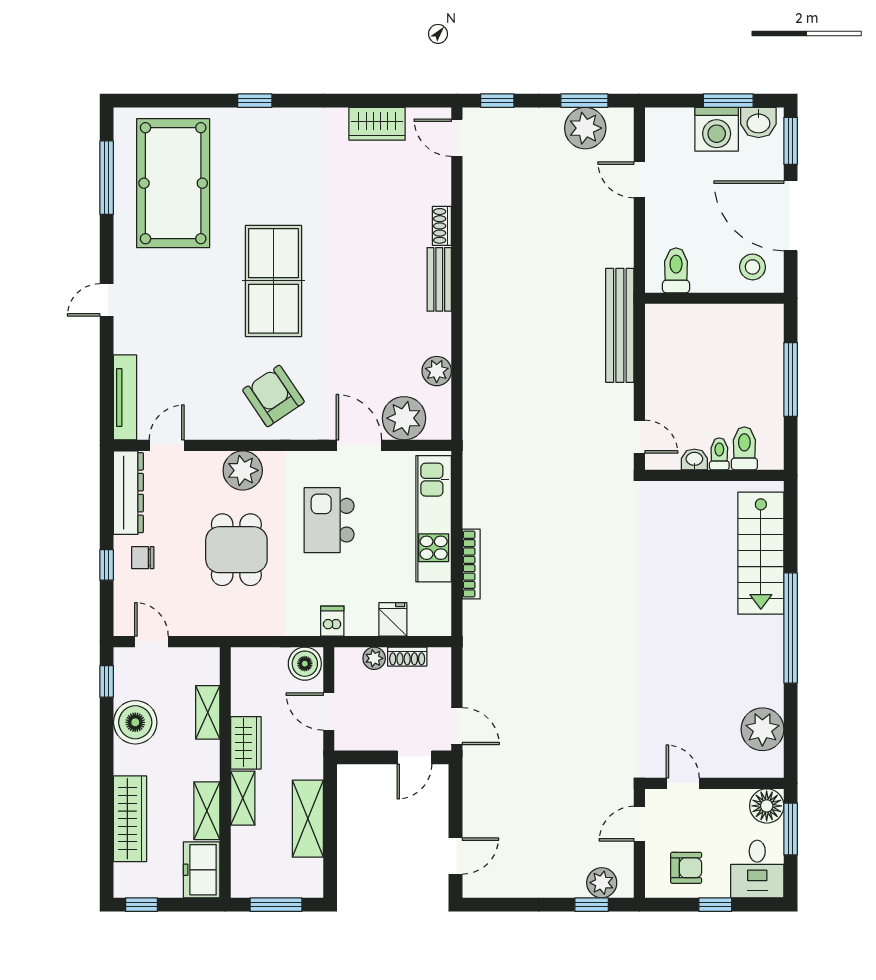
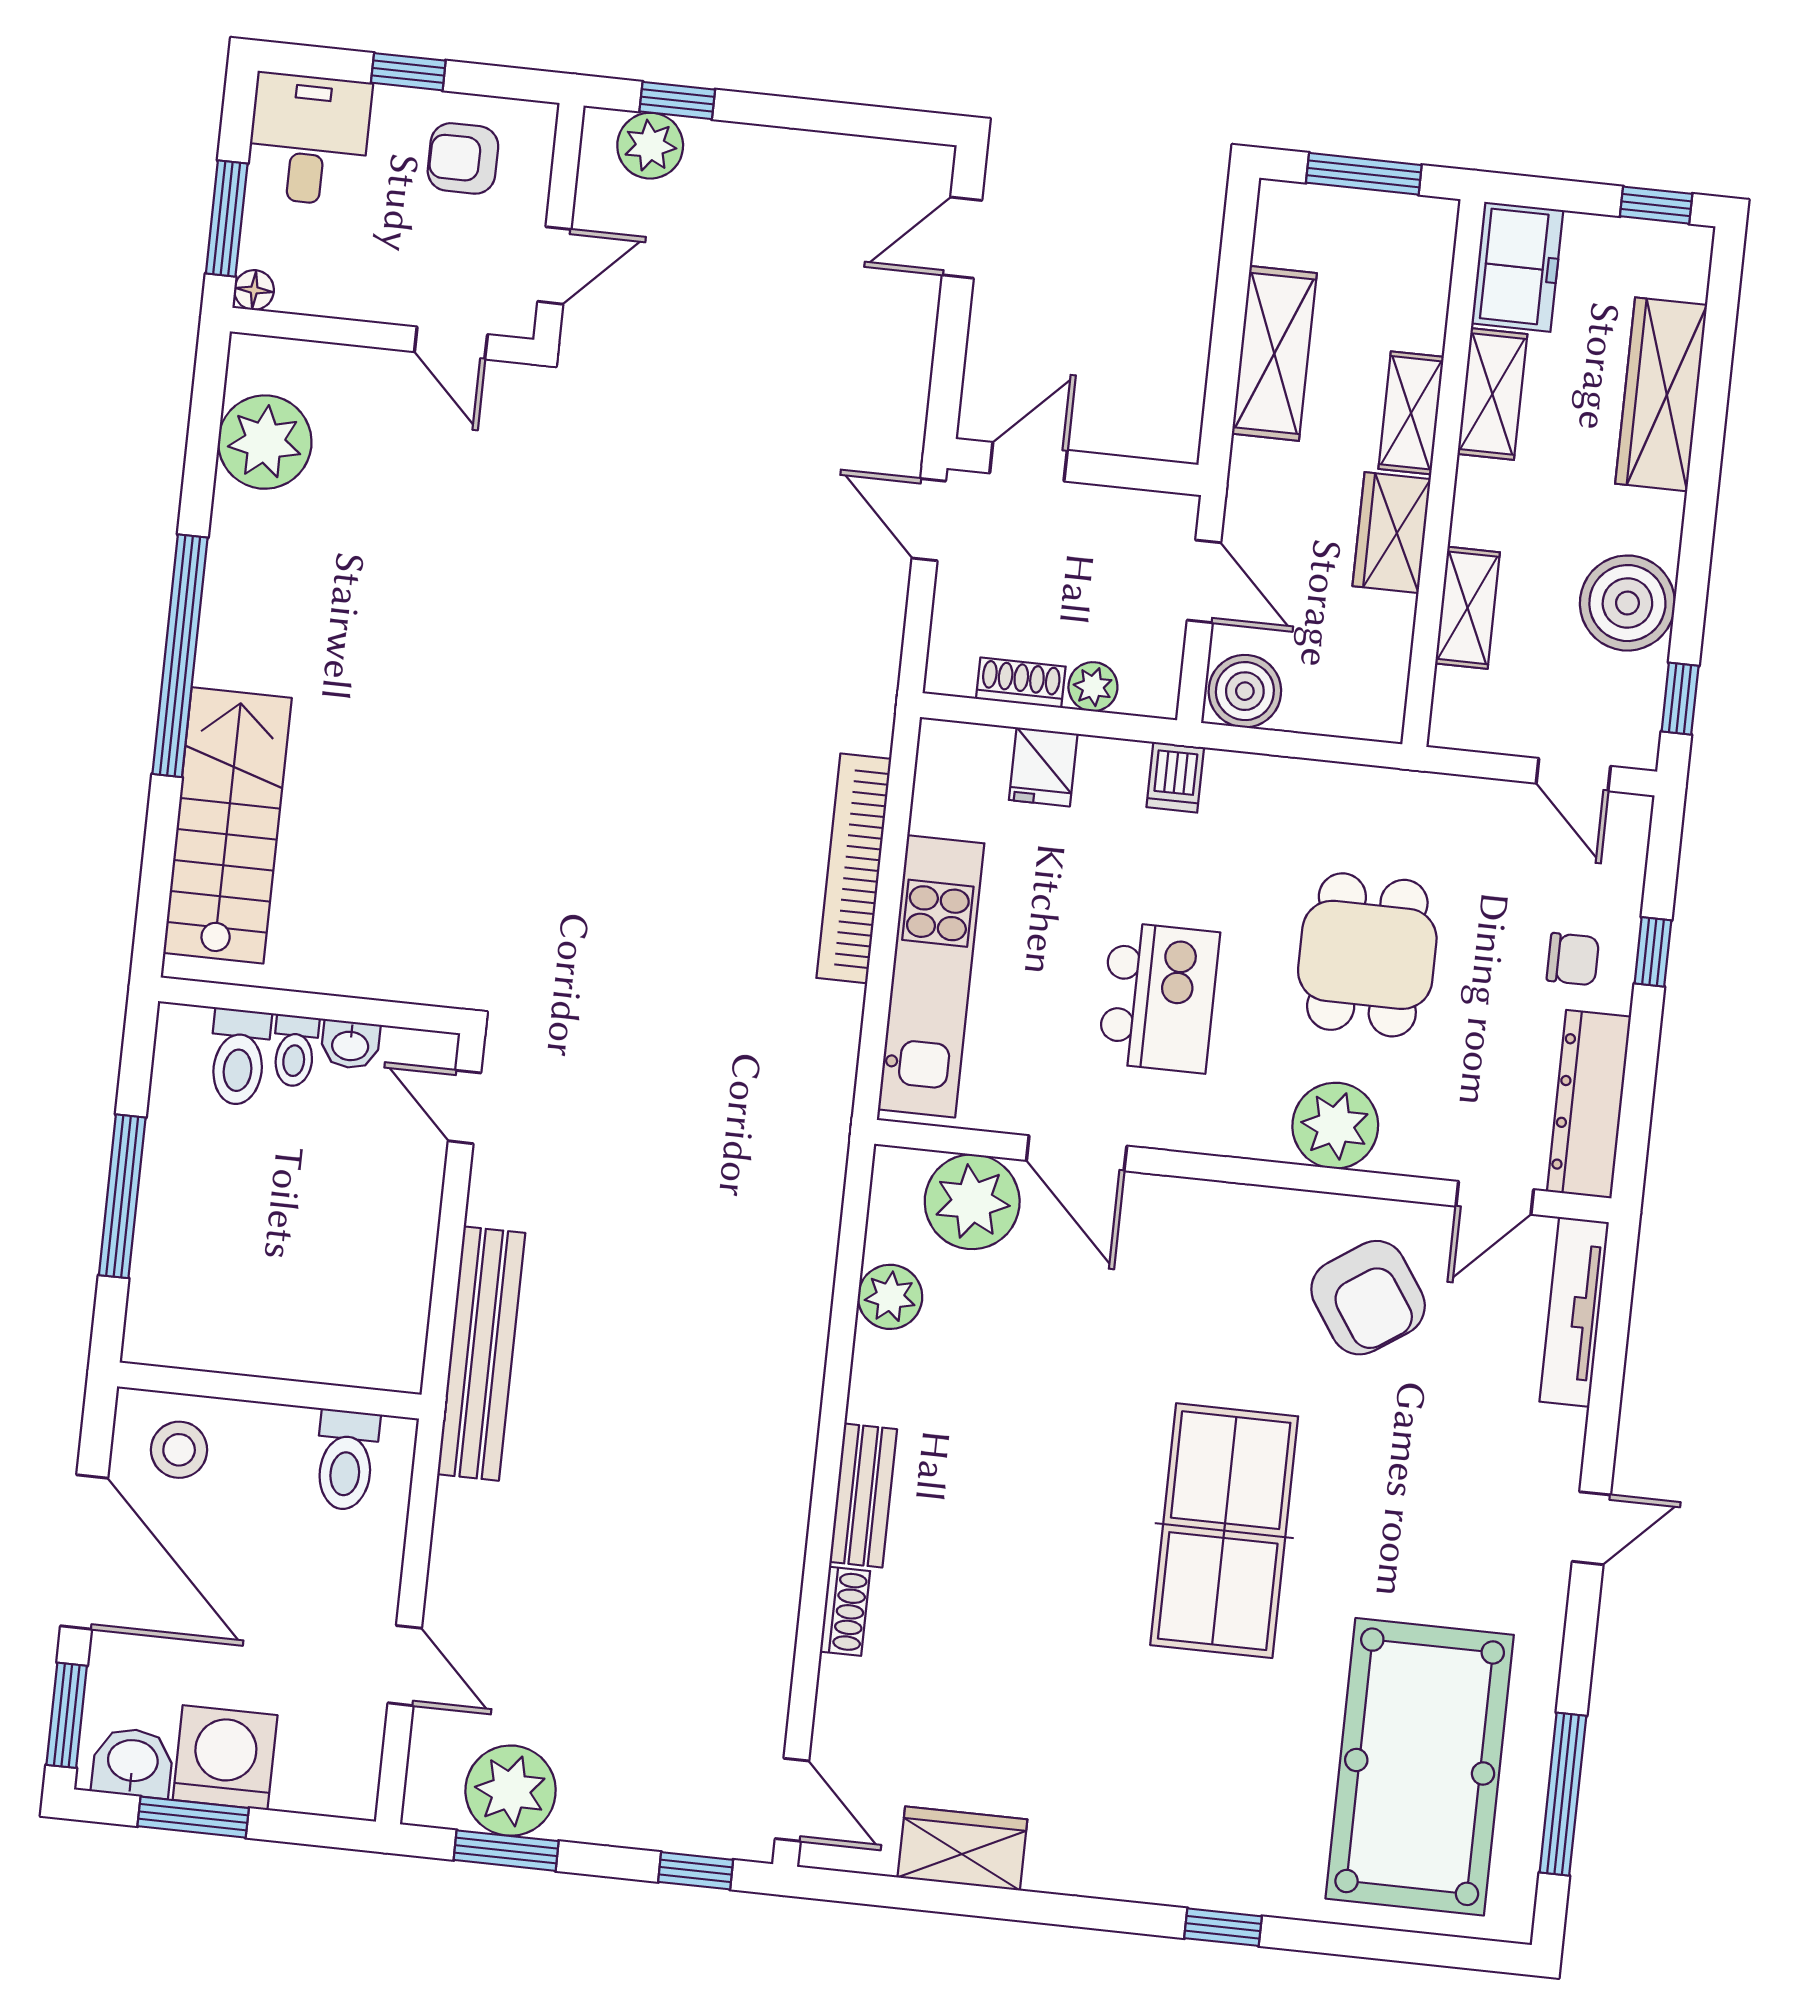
armchair: (273, 396) -> (1368, 1298), moved
bookcase: (471, 564) -> (854, 868), width x1.48, depth x1.31
floor lamp: (767, 806) -> (254, 290), width x0.53, depth x0.53

